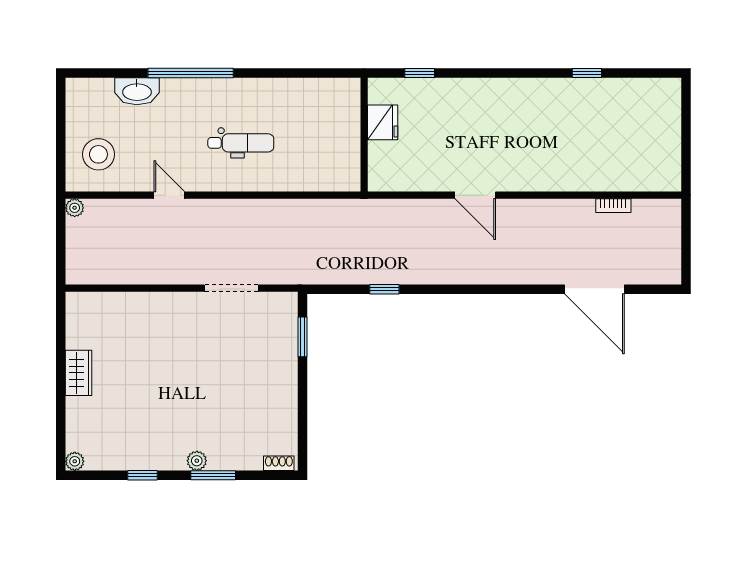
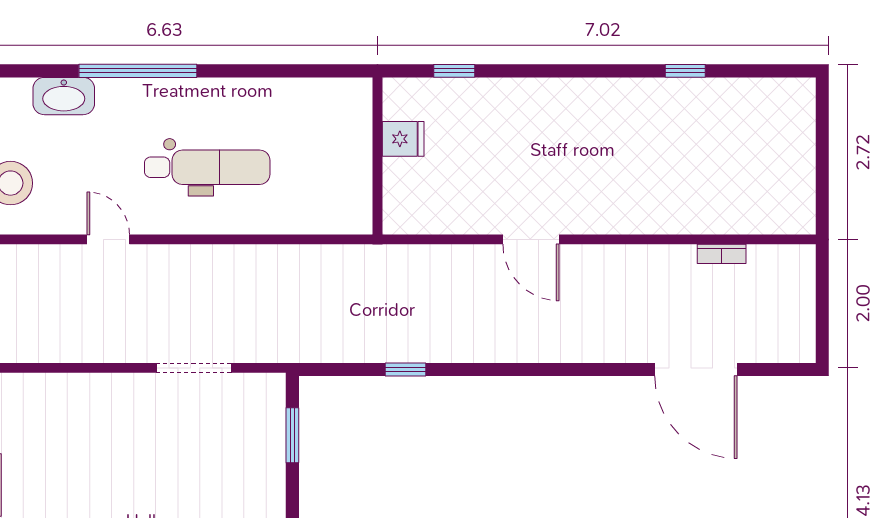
fridge: (383, 122) -> (403, 139), width x0.72
dental chair: (241, 143) -> (207, 167), width x1.36, depth x1.38

